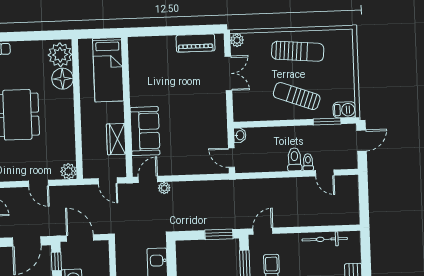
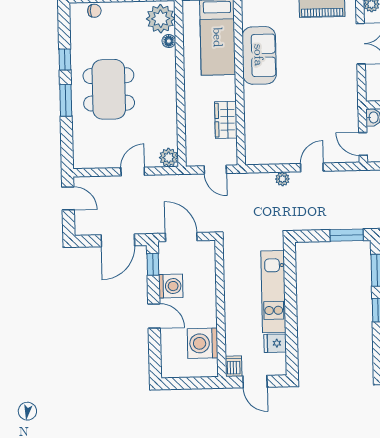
floor lamp: (62, 79) -> (169, 41), width x0.53, depth x0.53
sofa: (145, 131) -> (259, 55), moved
door: (148, 179) -> (312, 167), moved
door: (38, 183) -> (133, 171), swing flipped

